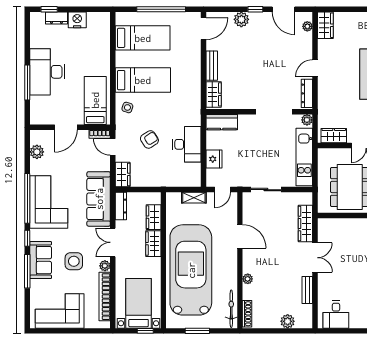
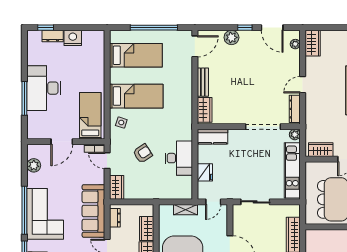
dresser: (121, 206) -> (115, 218), width x0.70

